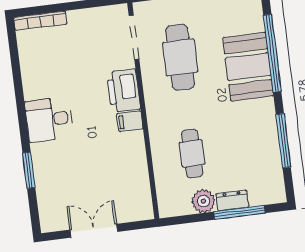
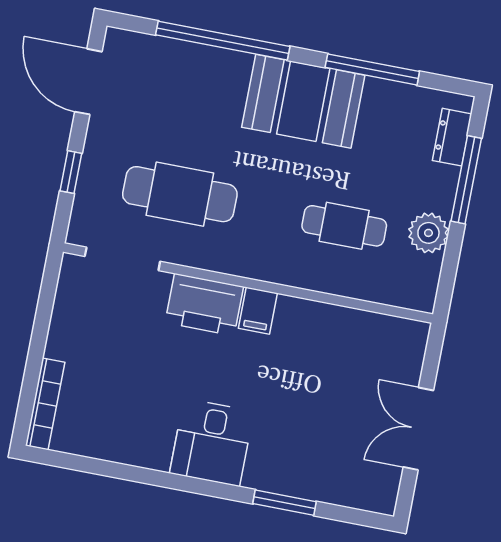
booth: (248, 67) -> (303, 101), moved
dresser: (232, 200) -> (452, 137), moved

